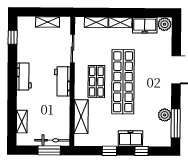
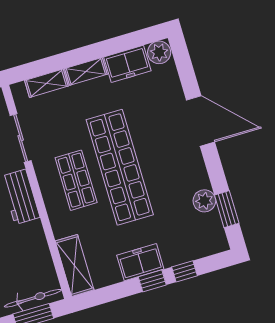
shelving: (81, 117) -> (75, 265), moved
window: (176, 123) -> (227, 209), width x0.69
freezer: (130, 138) -> (140, 262), moved
window: (109, 151) -> (152, 281), moved

